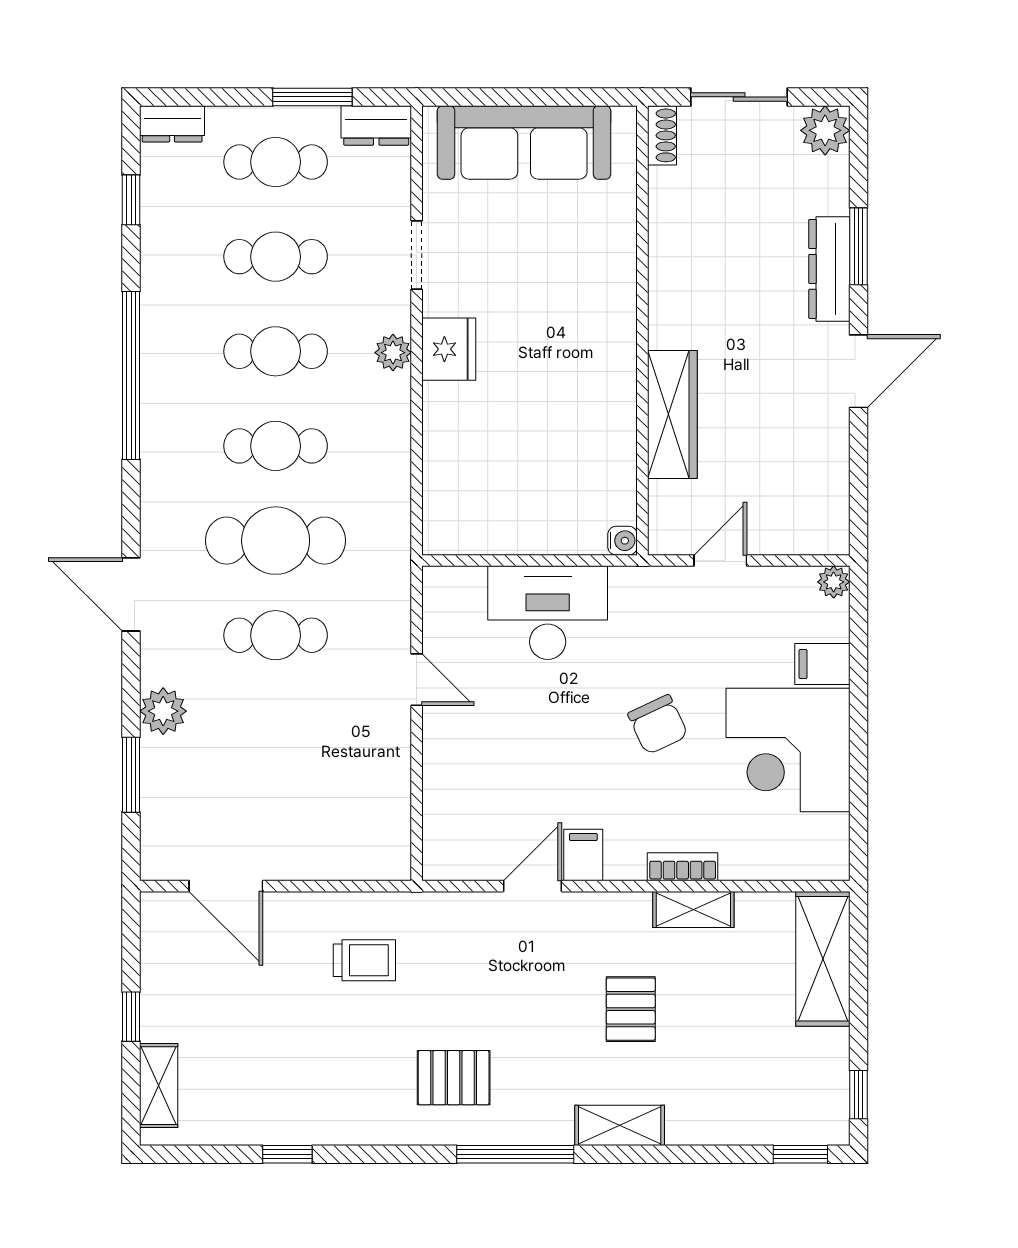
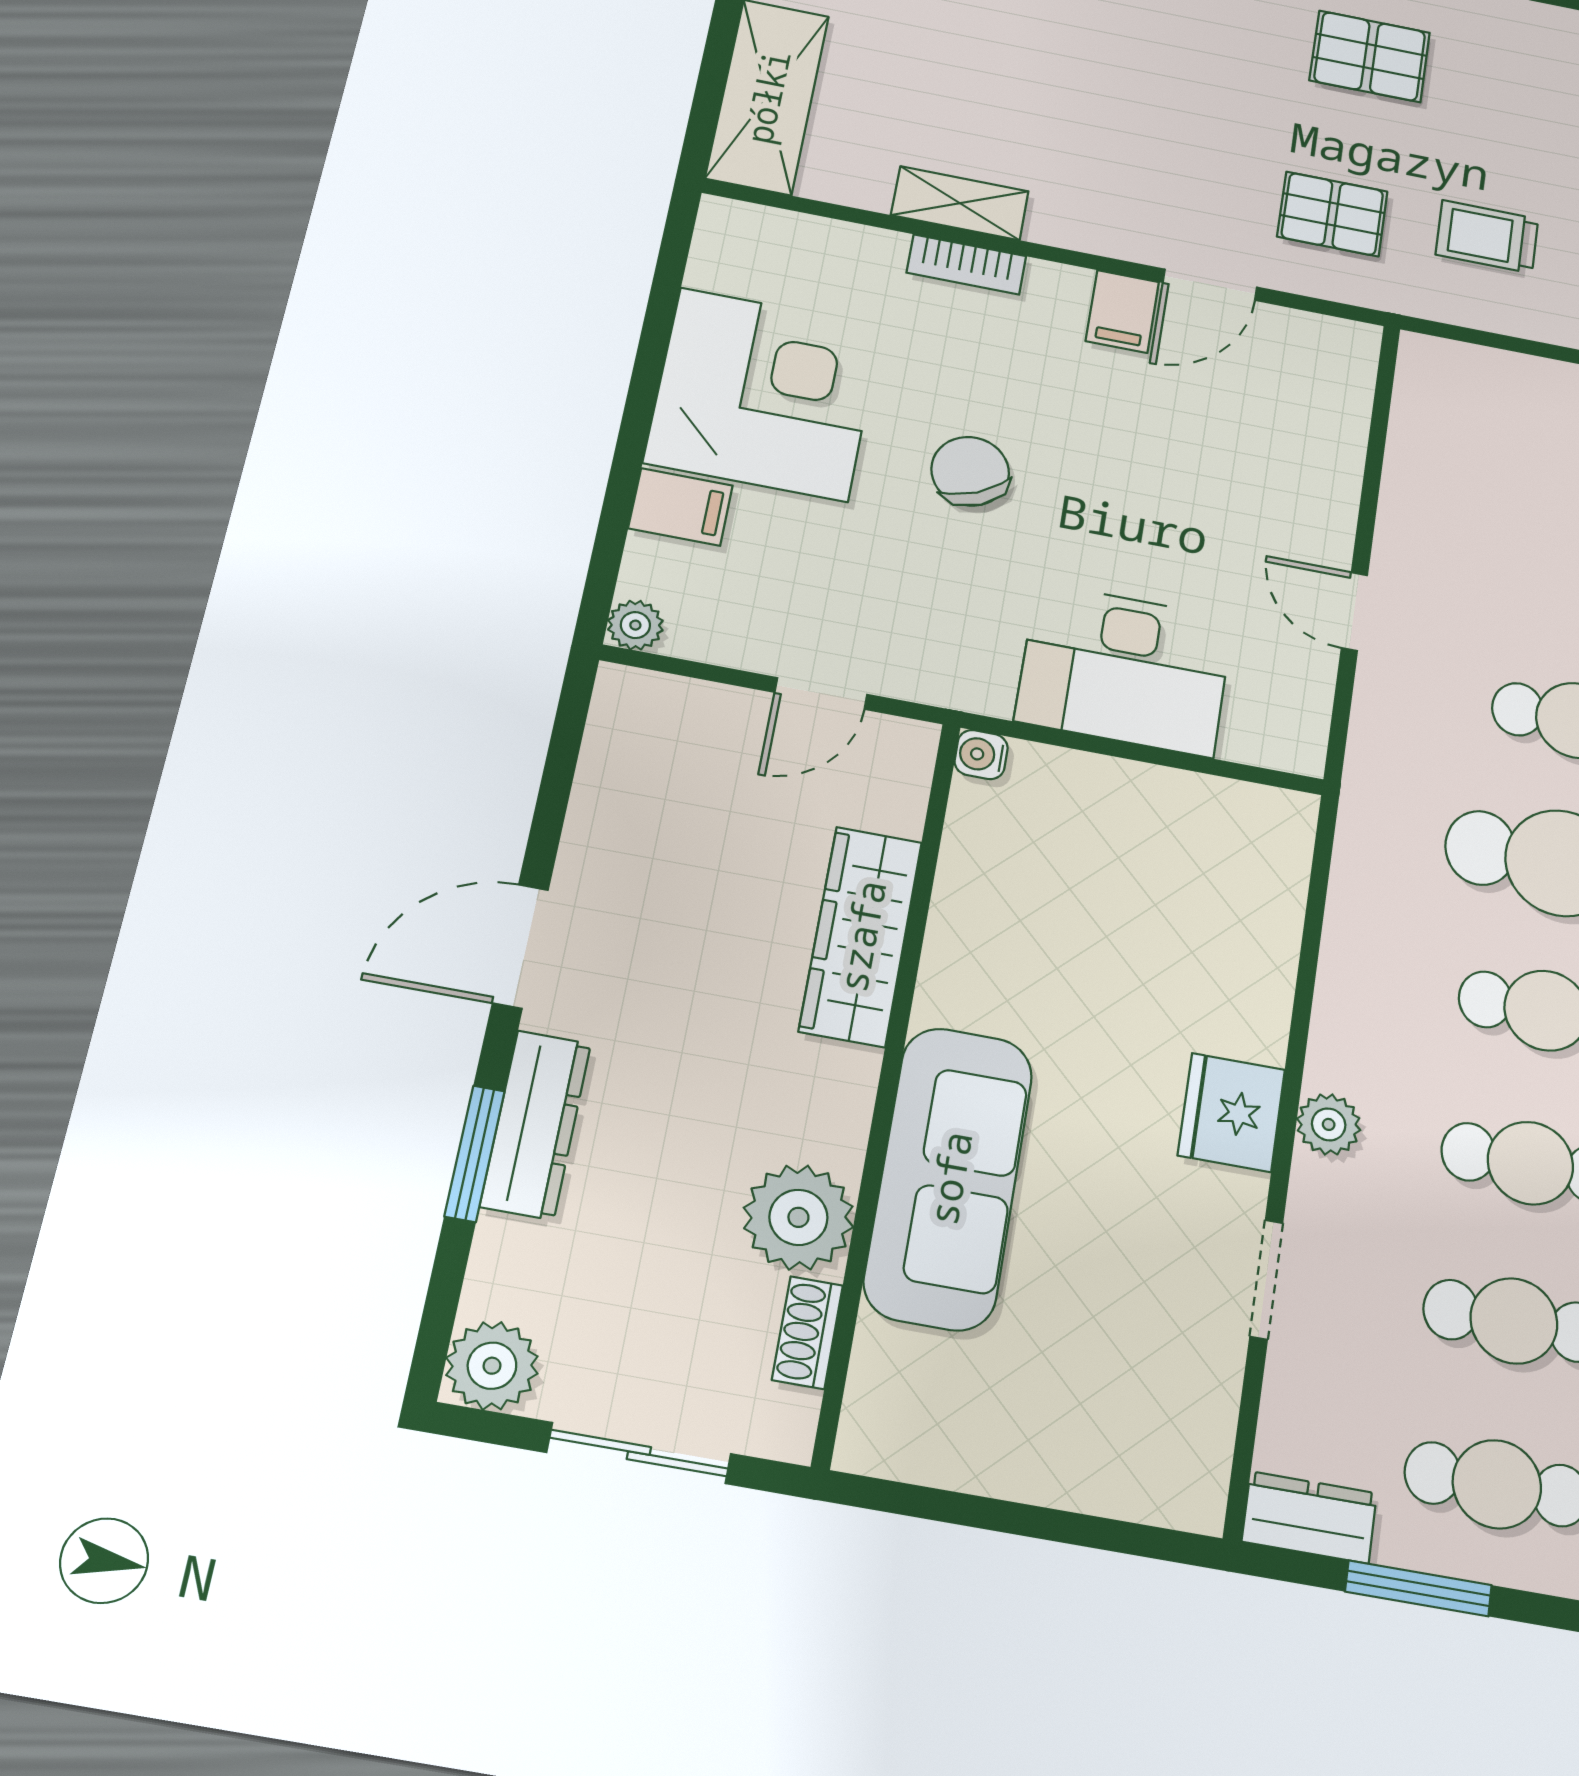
shoe rack: (662, 135) -> (807, 1333), moved
sofa: (524, 142) -> (949, 1178), moved, turned 90
plant: (678, 243) -> (798, 1217), added
pallet: (631, 1009) -> (1332, 214), moved, turned 90

